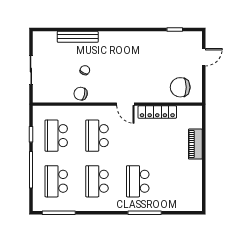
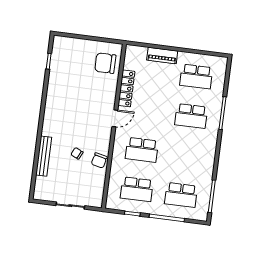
door: (204, 57) -> (79, 37), removed
chair: (180, 87) -> (105, 63), turned 90
school desk: (97, 181) -> (196, 76), moved

